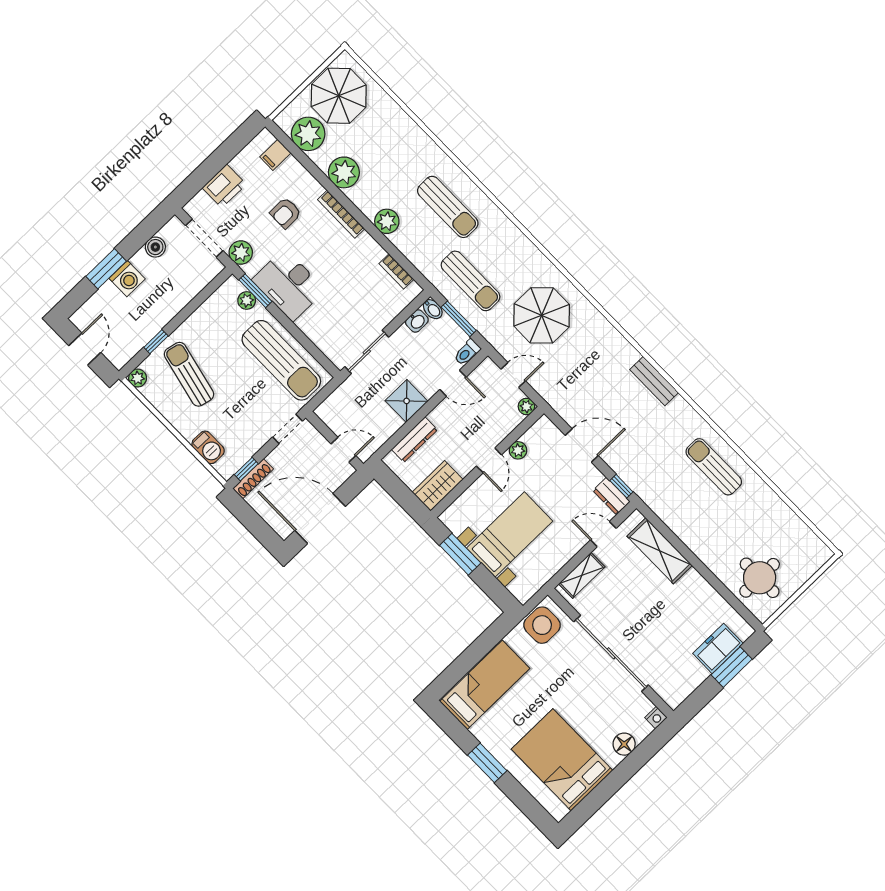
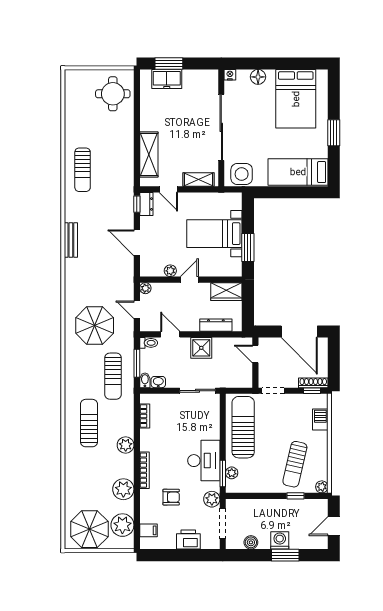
sun lounger: (471, 281) -> (113, 376), turned 180

